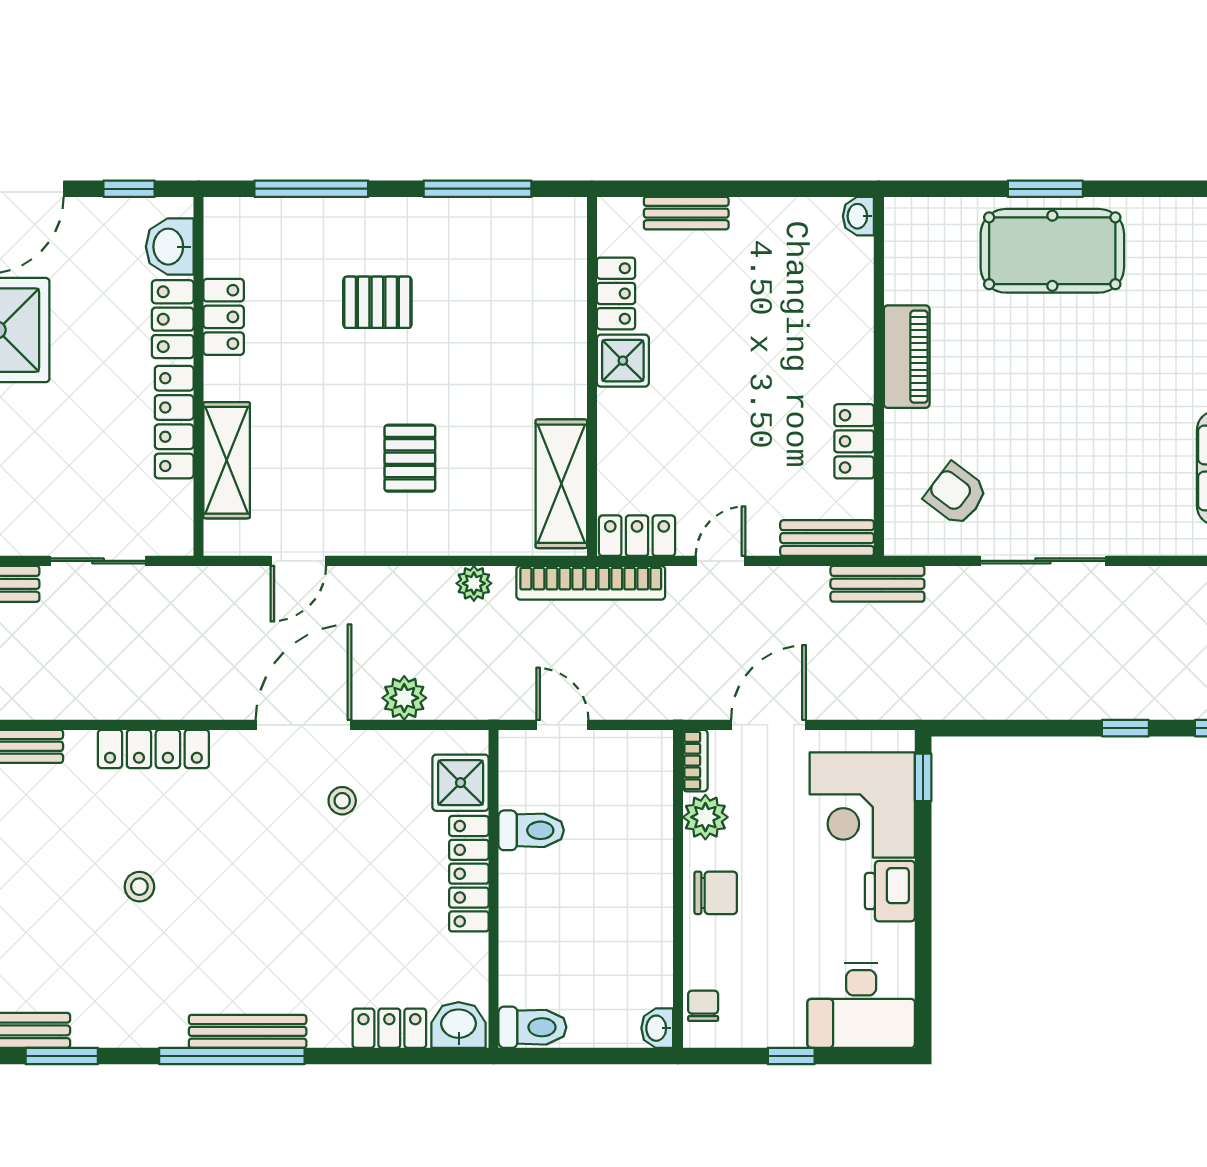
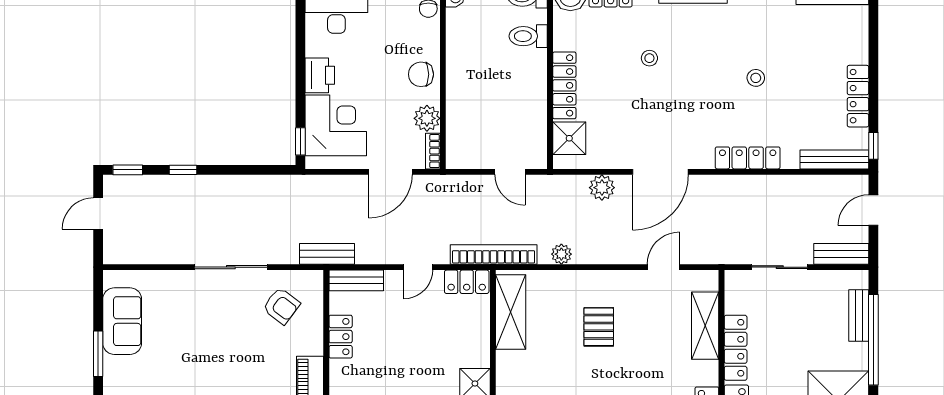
stool: (342, 801) -> (649, 58), moved
toilet: (531, 830) -> (528, 36), moved

